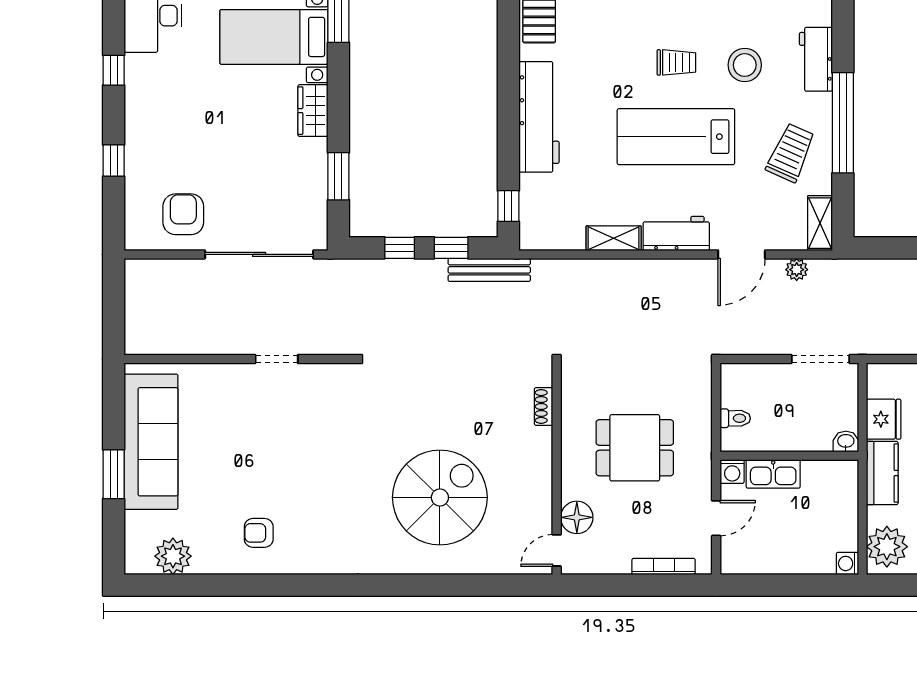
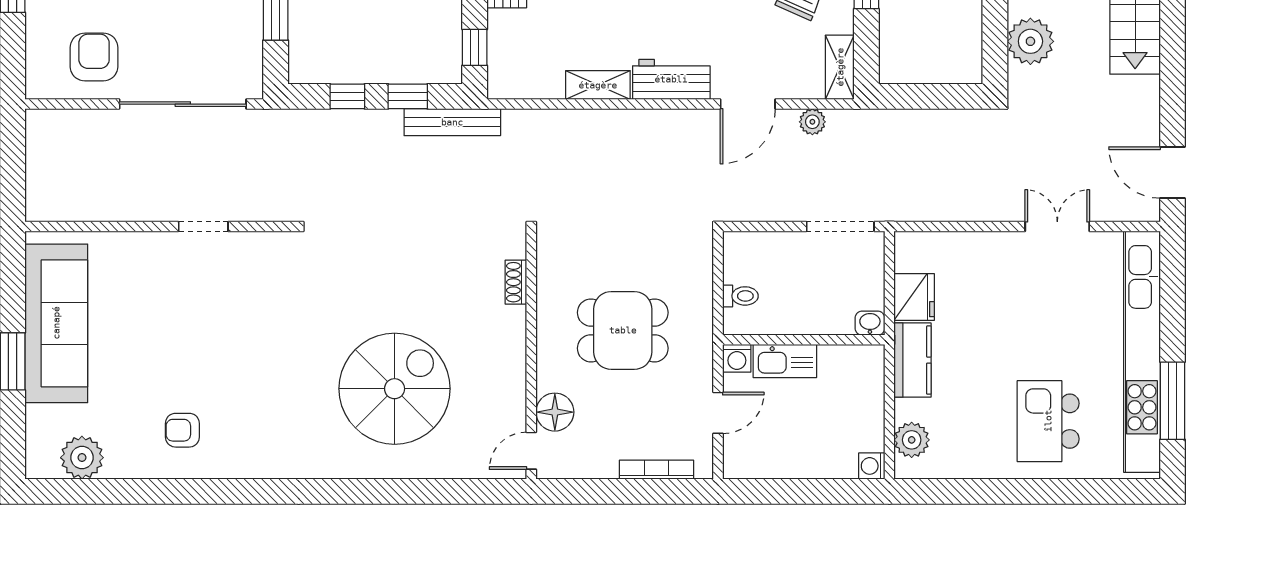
plant: (887, 547) -> (912, 440), width x0.73, depth x0.73

